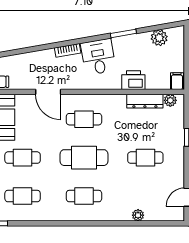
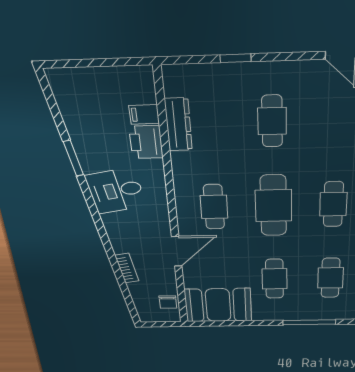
plant: (159, 38) -> (71, 106), removed
bookcase: (68, 50) -> (127, 268), moved
filing cabinet: (177, 81) -> (144, 114), moved
plant: (170, 100) -> (173, 86), removed

